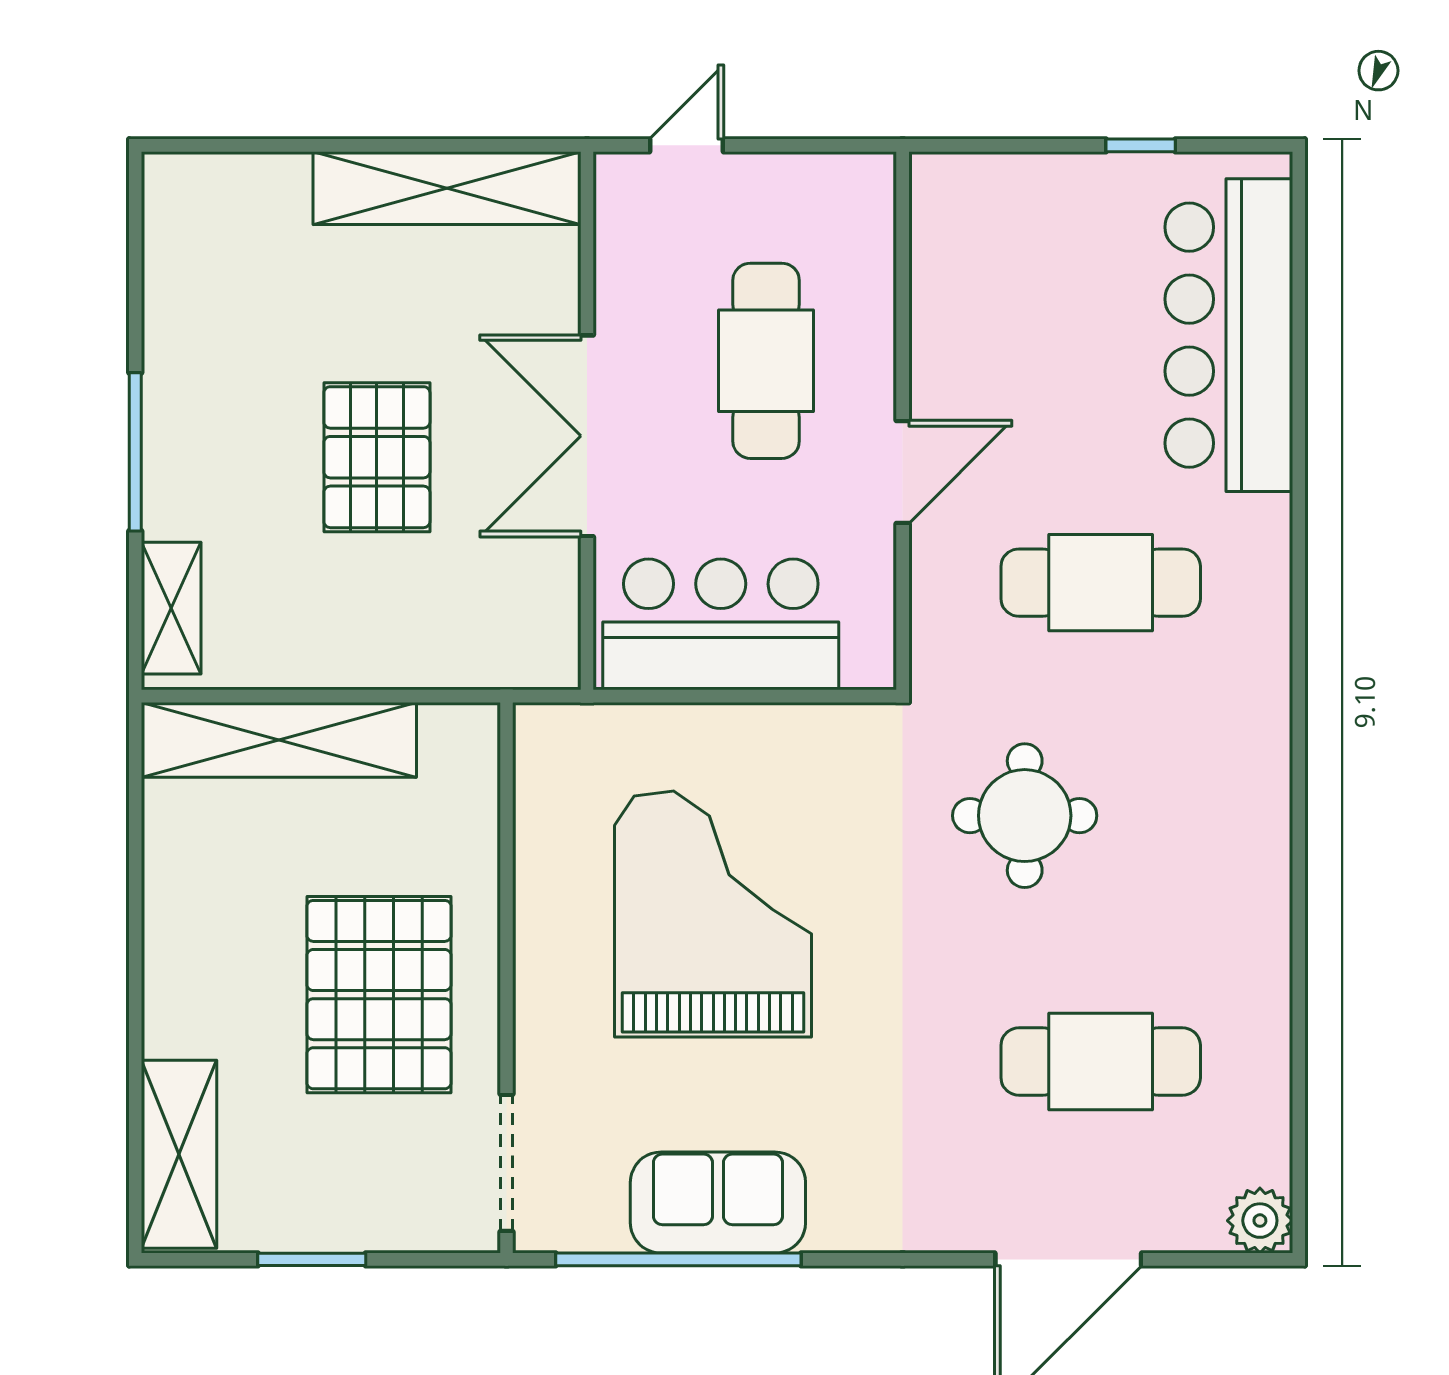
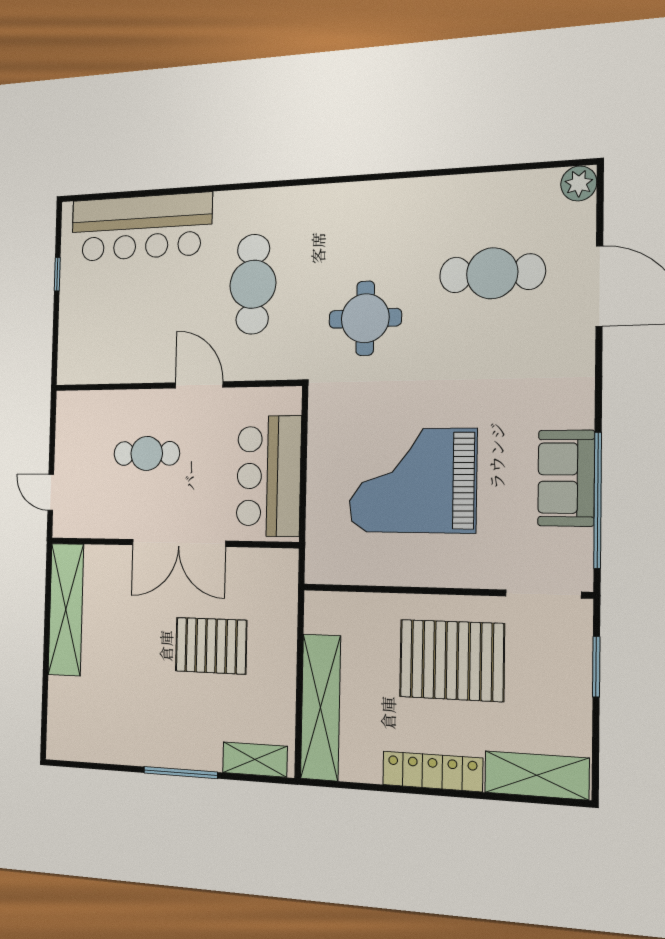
cafe table: (766, 361) -> (147, 453), width x0.73, depth x0.74
pallet: (377, 457) -> (211, 646), moved
locker: (173, 961) -> (432, 771), added
cafe table: (1101, 1062) -> (492, 273), turned 90
window: (312, 1259) -> (596, 667), moved

